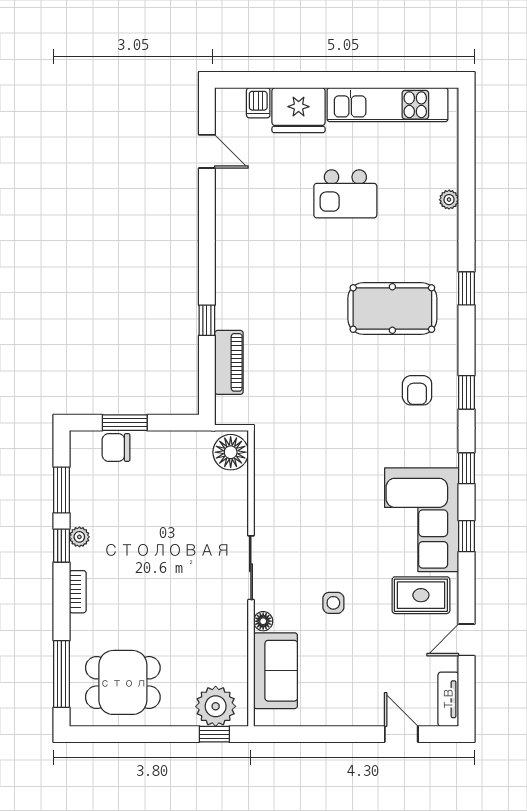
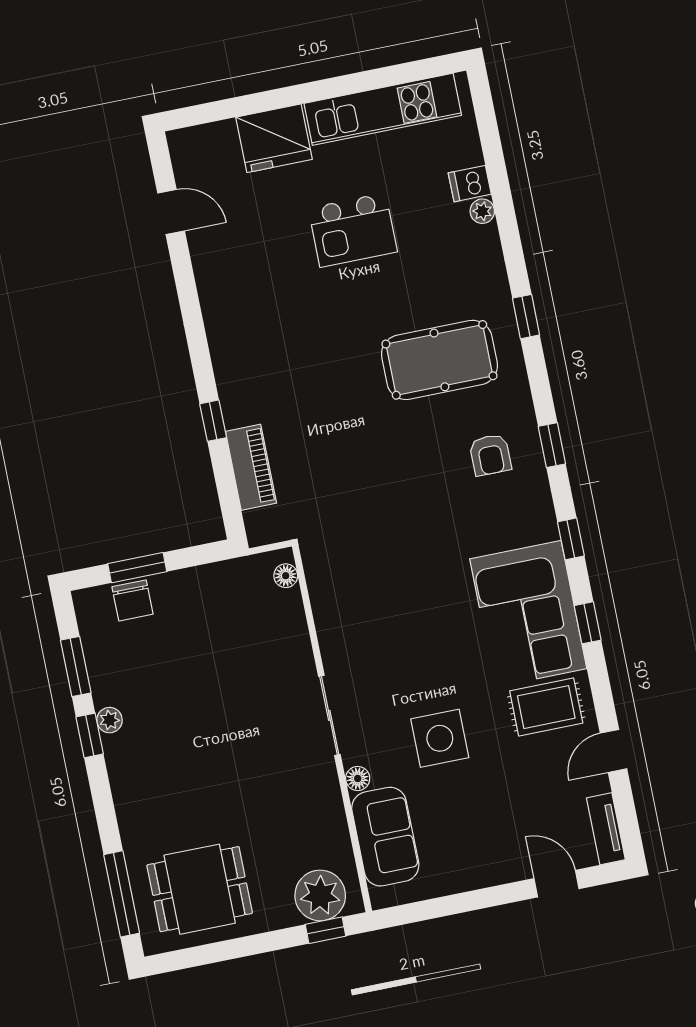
dishwasher: (258, 103) -> (470, 184), moved, turned 90
chair: (116, 447) -> (132, 600), turned -90
floor lamp: (231, 452) -> (286, 576), width x0.53, depth x0.53
bookcase: (78, 592) -> (121, 788), removed
side table: (333, 603) -> (440, 738), width x1.87, depth x1.87

